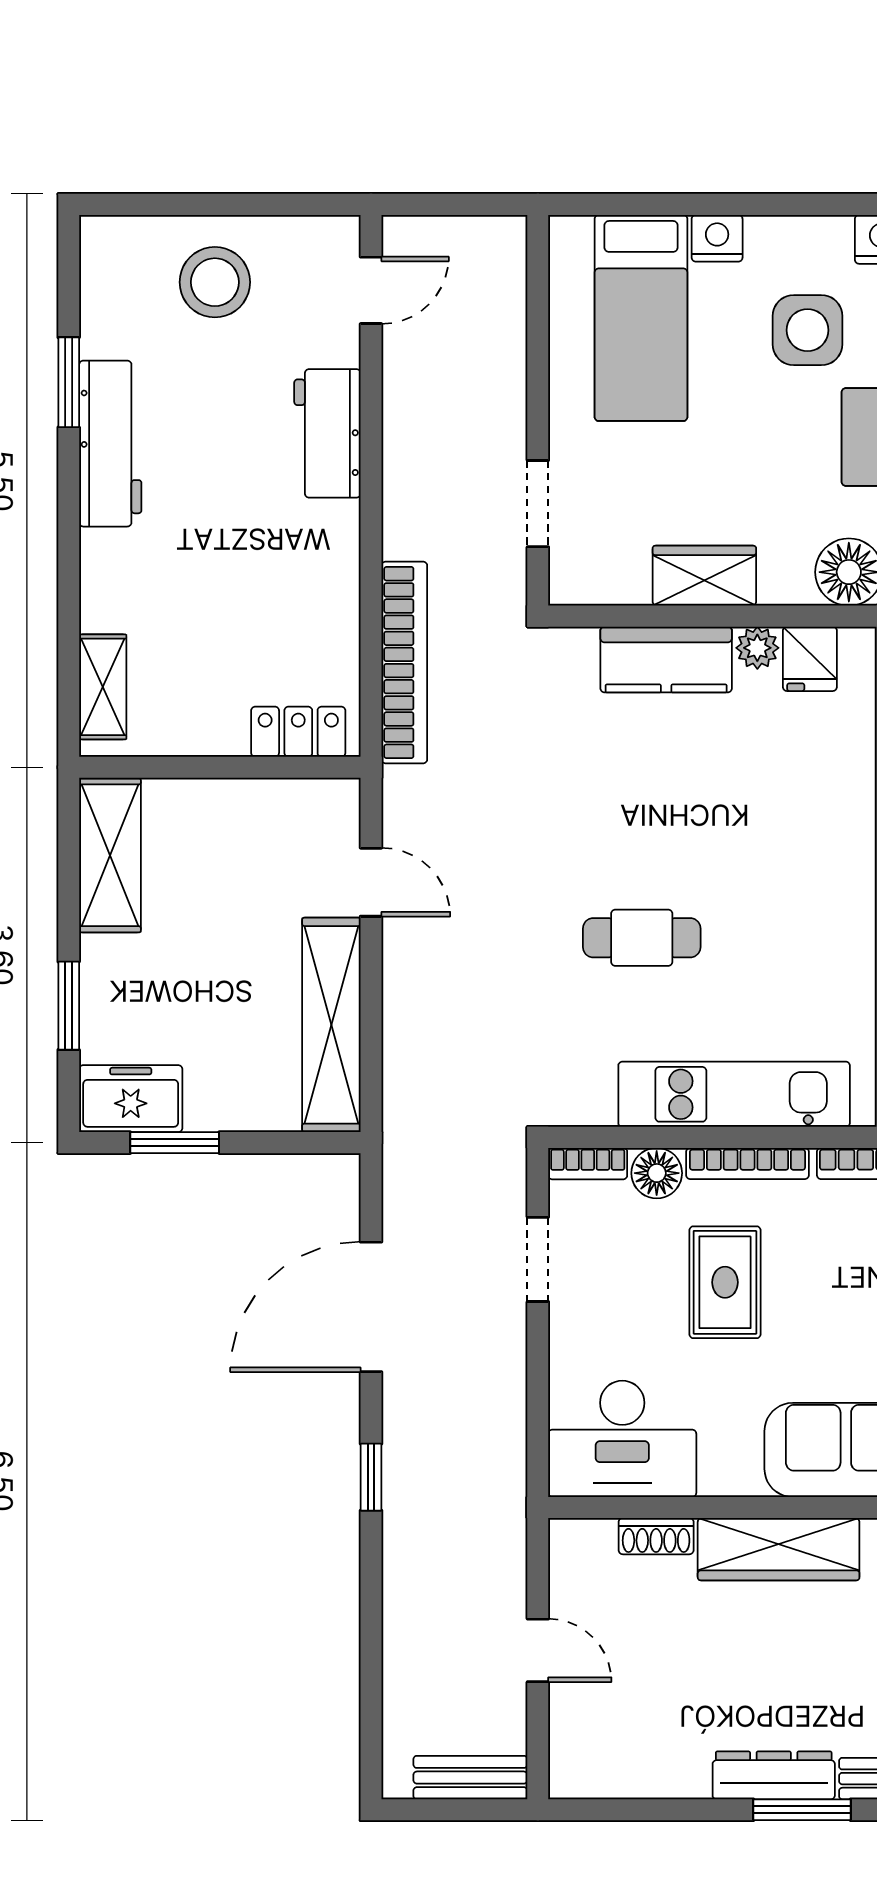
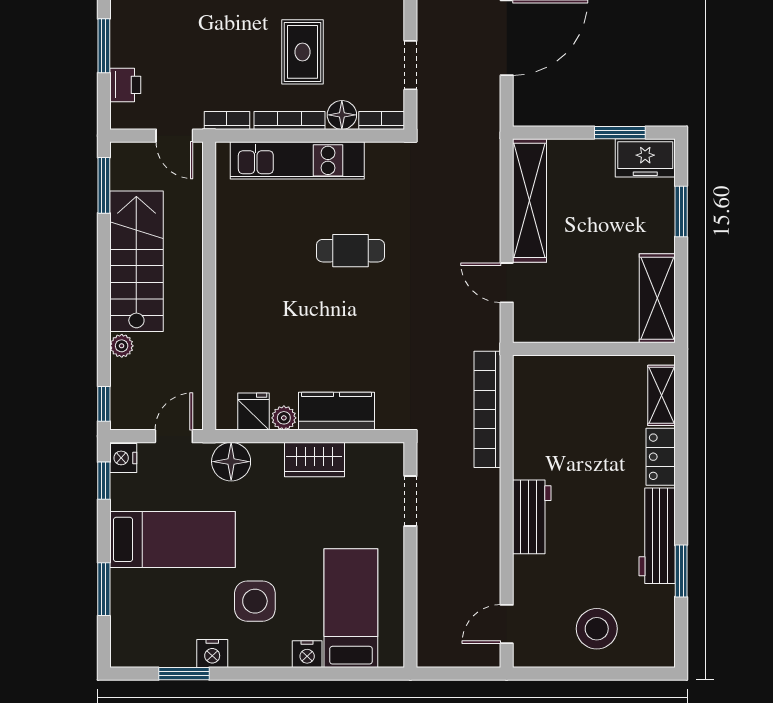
workbench: (327, 433) -> (532, 517), moved
locker: (298, 732) -> (661, 457), moved, turned 90

